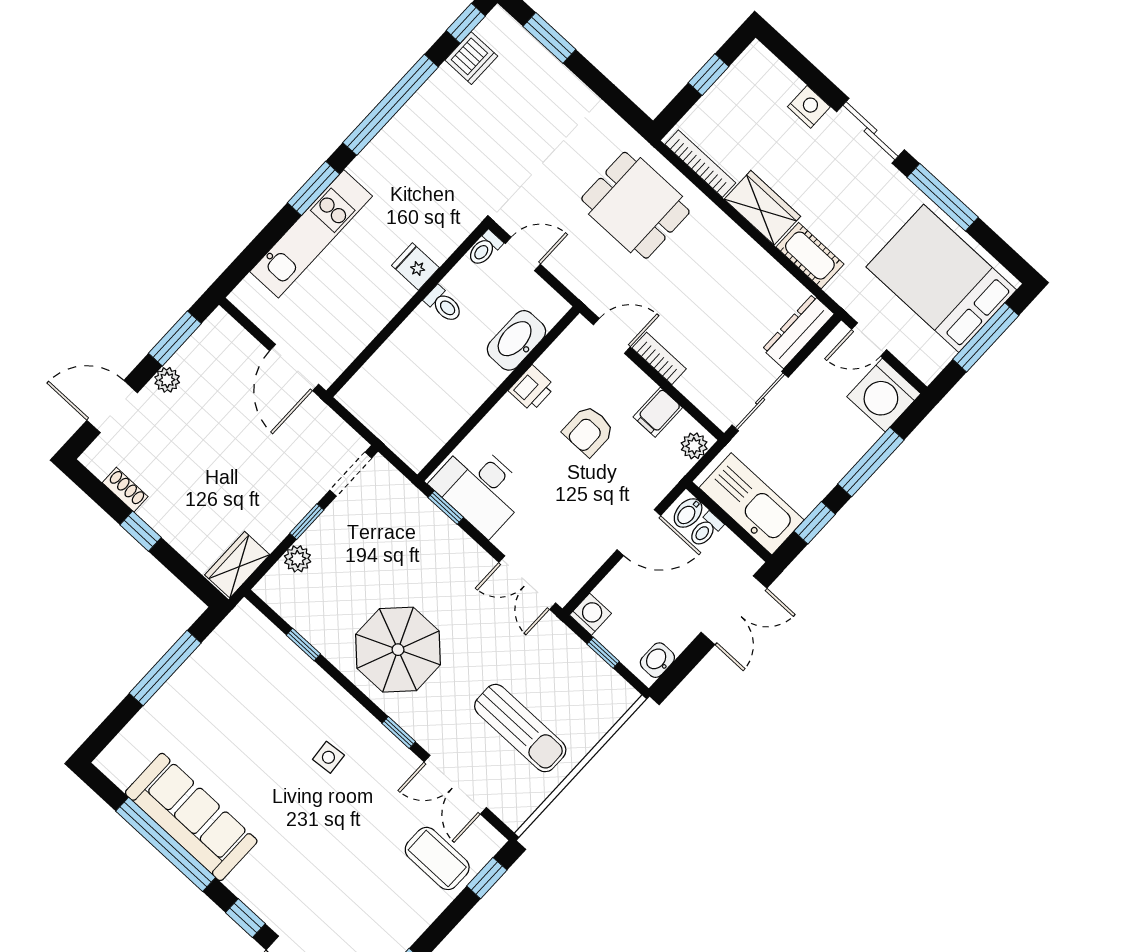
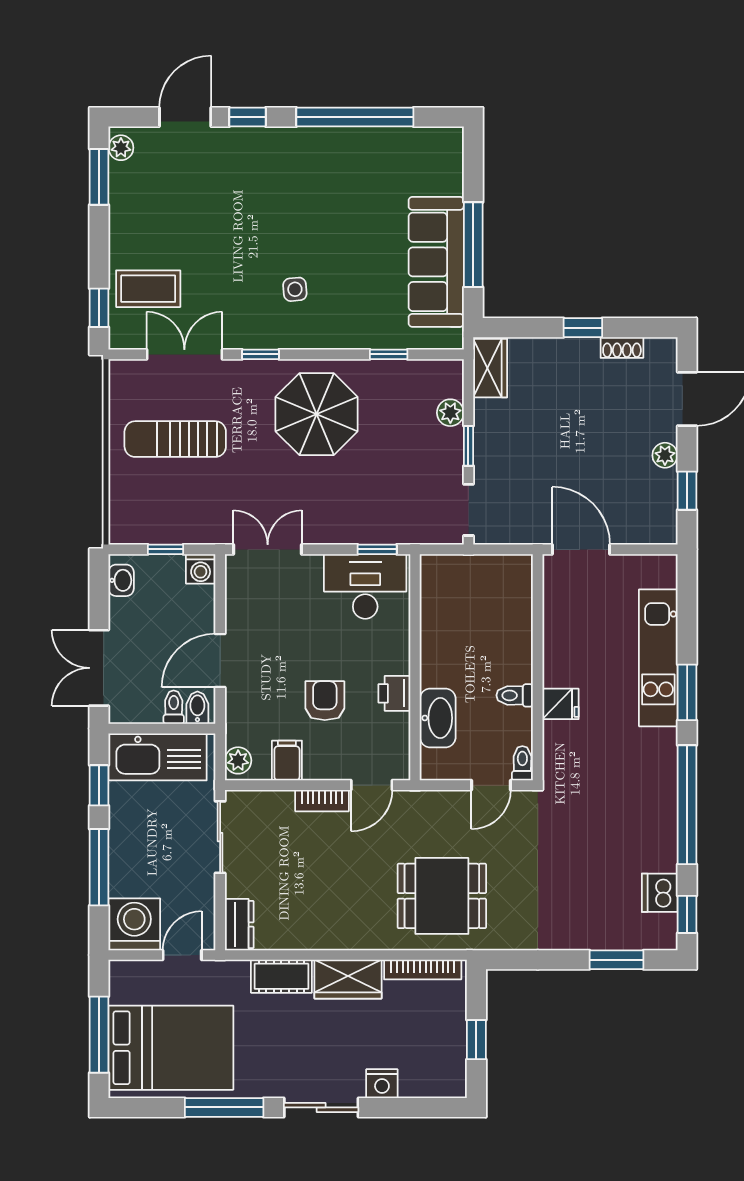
dresser: (798, 331) -> (239, 925), width x0.70
window: (175, 338) -> (687, 491), width x0.67
sofa: (191, 817) -> (436, 262), moved, turned 90

